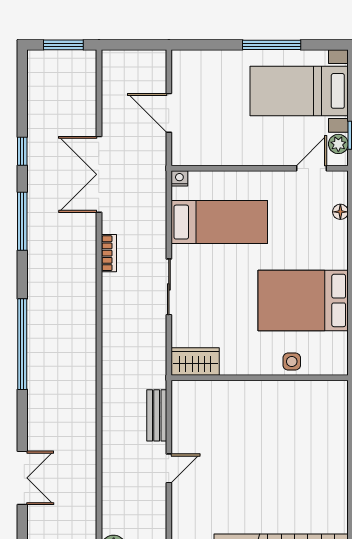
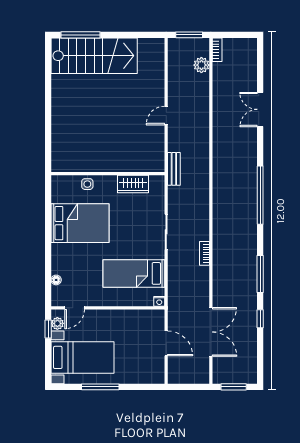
double door: (99, 174) -> (211, 332), moved
wardrobe: (195, 362) -> (133, 184), moved
bench: (157, 415) -> (174, 169), moved

